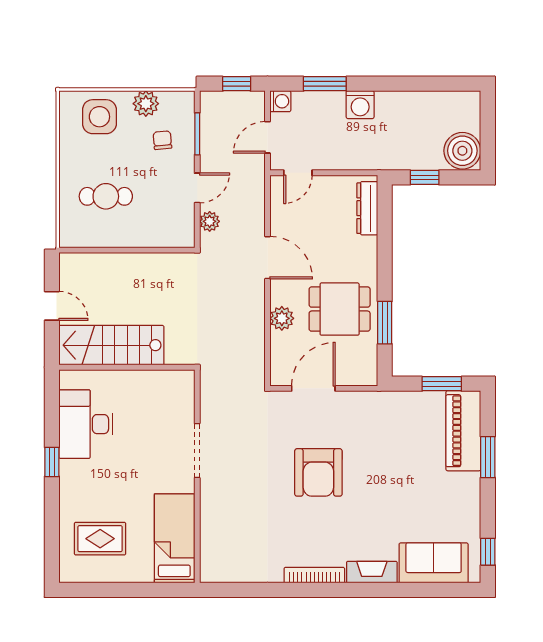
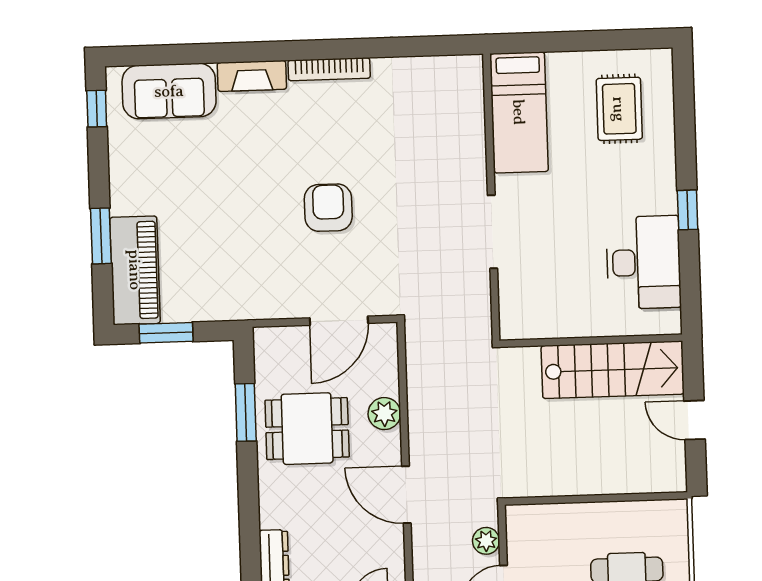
armchair: (318, 472) -> (328, 208), width x0.73, depth x0.73
rug: (100, 539) -> (619, 109), turned 90

